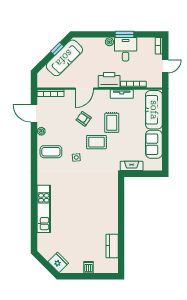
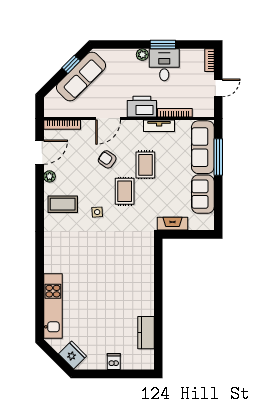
door: (34, 113) -> (40, 152), swing flipped
window: (165, 117) -> (218, 157), added
rug: (96, 142) -> (125, 191), turned 90
kitchen unit: (44, 209) -> (53, 306), moved

